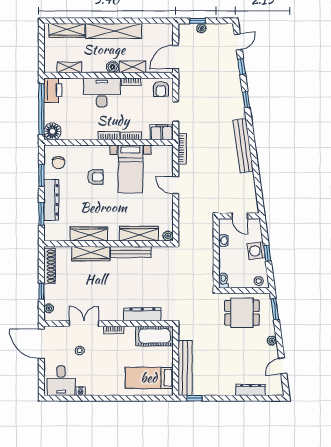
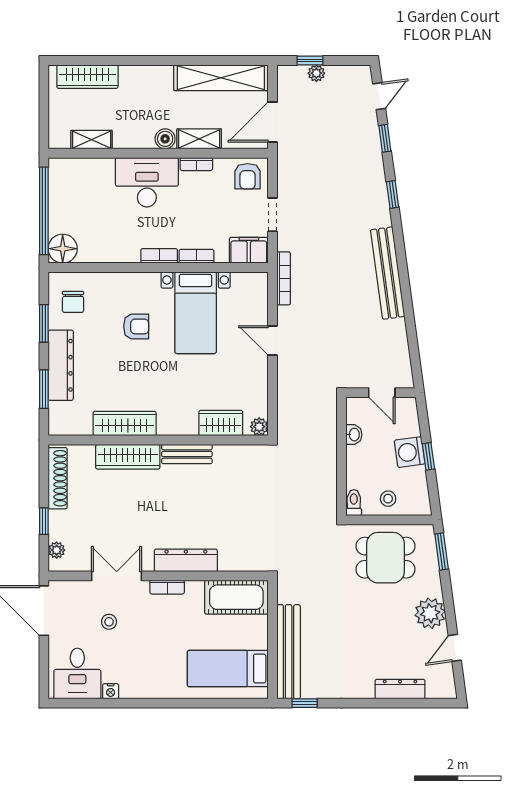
shelving: (114, 31) -> (221, 78), moved
printer: (53, 90) -> (63, 179), removed
wardrobe: (139, 234) -> (221, 423), width x0.67
bench: (131, 252) -> (187, 454), width x0.73
stool: (259, 281) -> (388, 499), moved
dresser: (142, 314) -> (186, 560), moved
plant: (272, 341) -> (430, 613), width x1.87, depth x1.87

